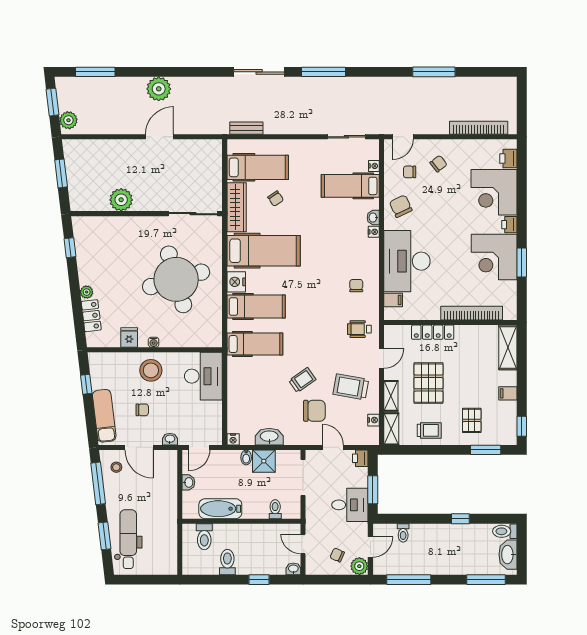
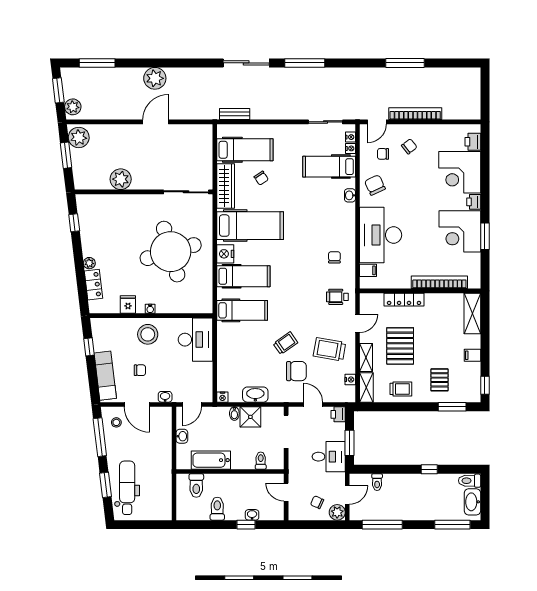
bookcase: (479, 128) -> (415, 114), moved
plant: (75, 154) -> (79, 137), added
nightstand: (374, 232) -> (350, 137), moved
washbasin: (293, 569) -> (252, 515), moved

